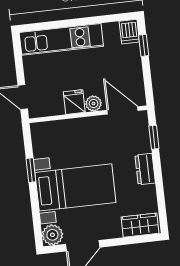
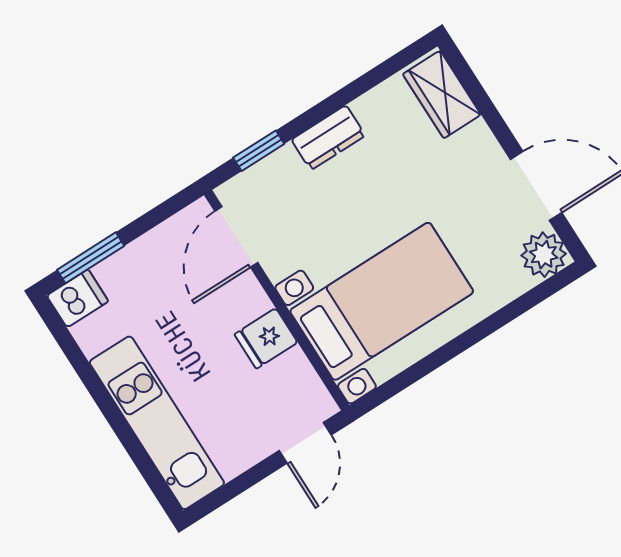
window: (144, 45) -> (91, 258), width x1.50
plant: (94, 103) -> (250, 300), removed
window: (31, 170) -> (439, 358), removed
bed with nightstands: (75, 187) -> (382, 301), moved, turned 90

